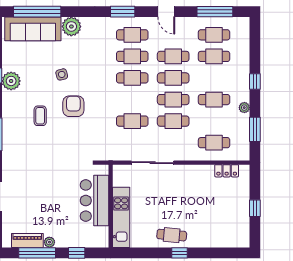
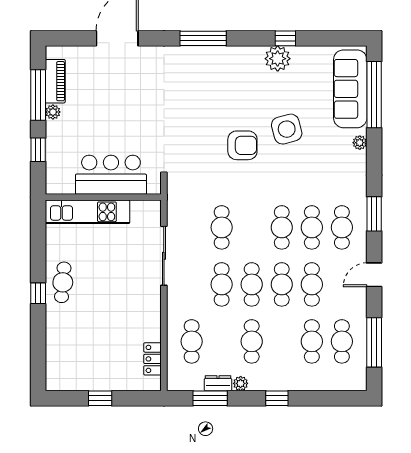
plant: (71, 26) -> (360, 143), width x0.53, depth x0.53
side table: (62, 74) -> (287, 129), width x1.87, depth x1.87
coffee table: (40, 116) -> (229, 99), removed
dresser: (244, 124) -> (218, 383), added

